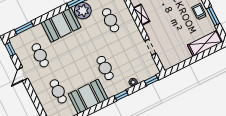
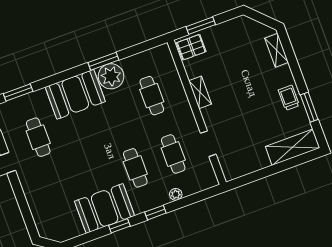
window: (151, 80) -> (119, 226), moved
cafe table: (58, 91) -> (173, 154), moved

